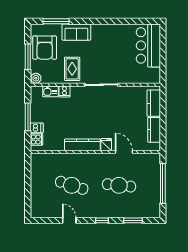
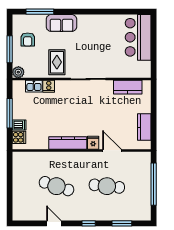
armchair: (45, 48) -> (28, 39), width x0.53, depth x0.53
kitchen counter: (154, 103) -> (128, 87), moved, turned -90

